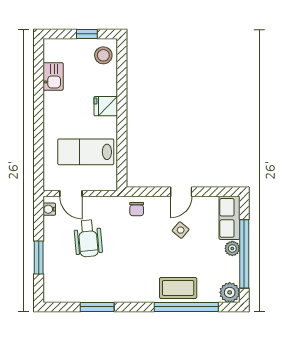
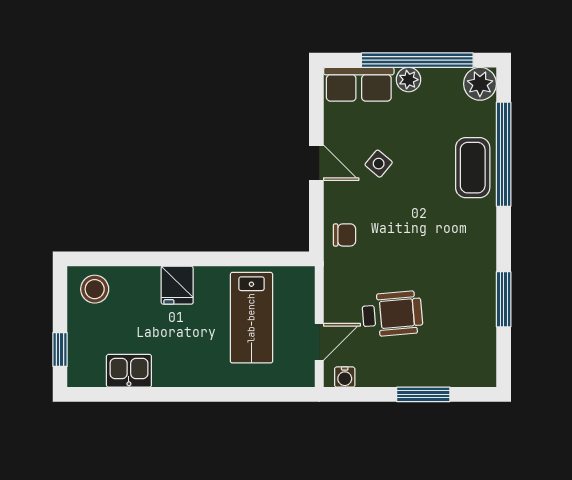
window: (87, 34) -> (60, 349), moved

